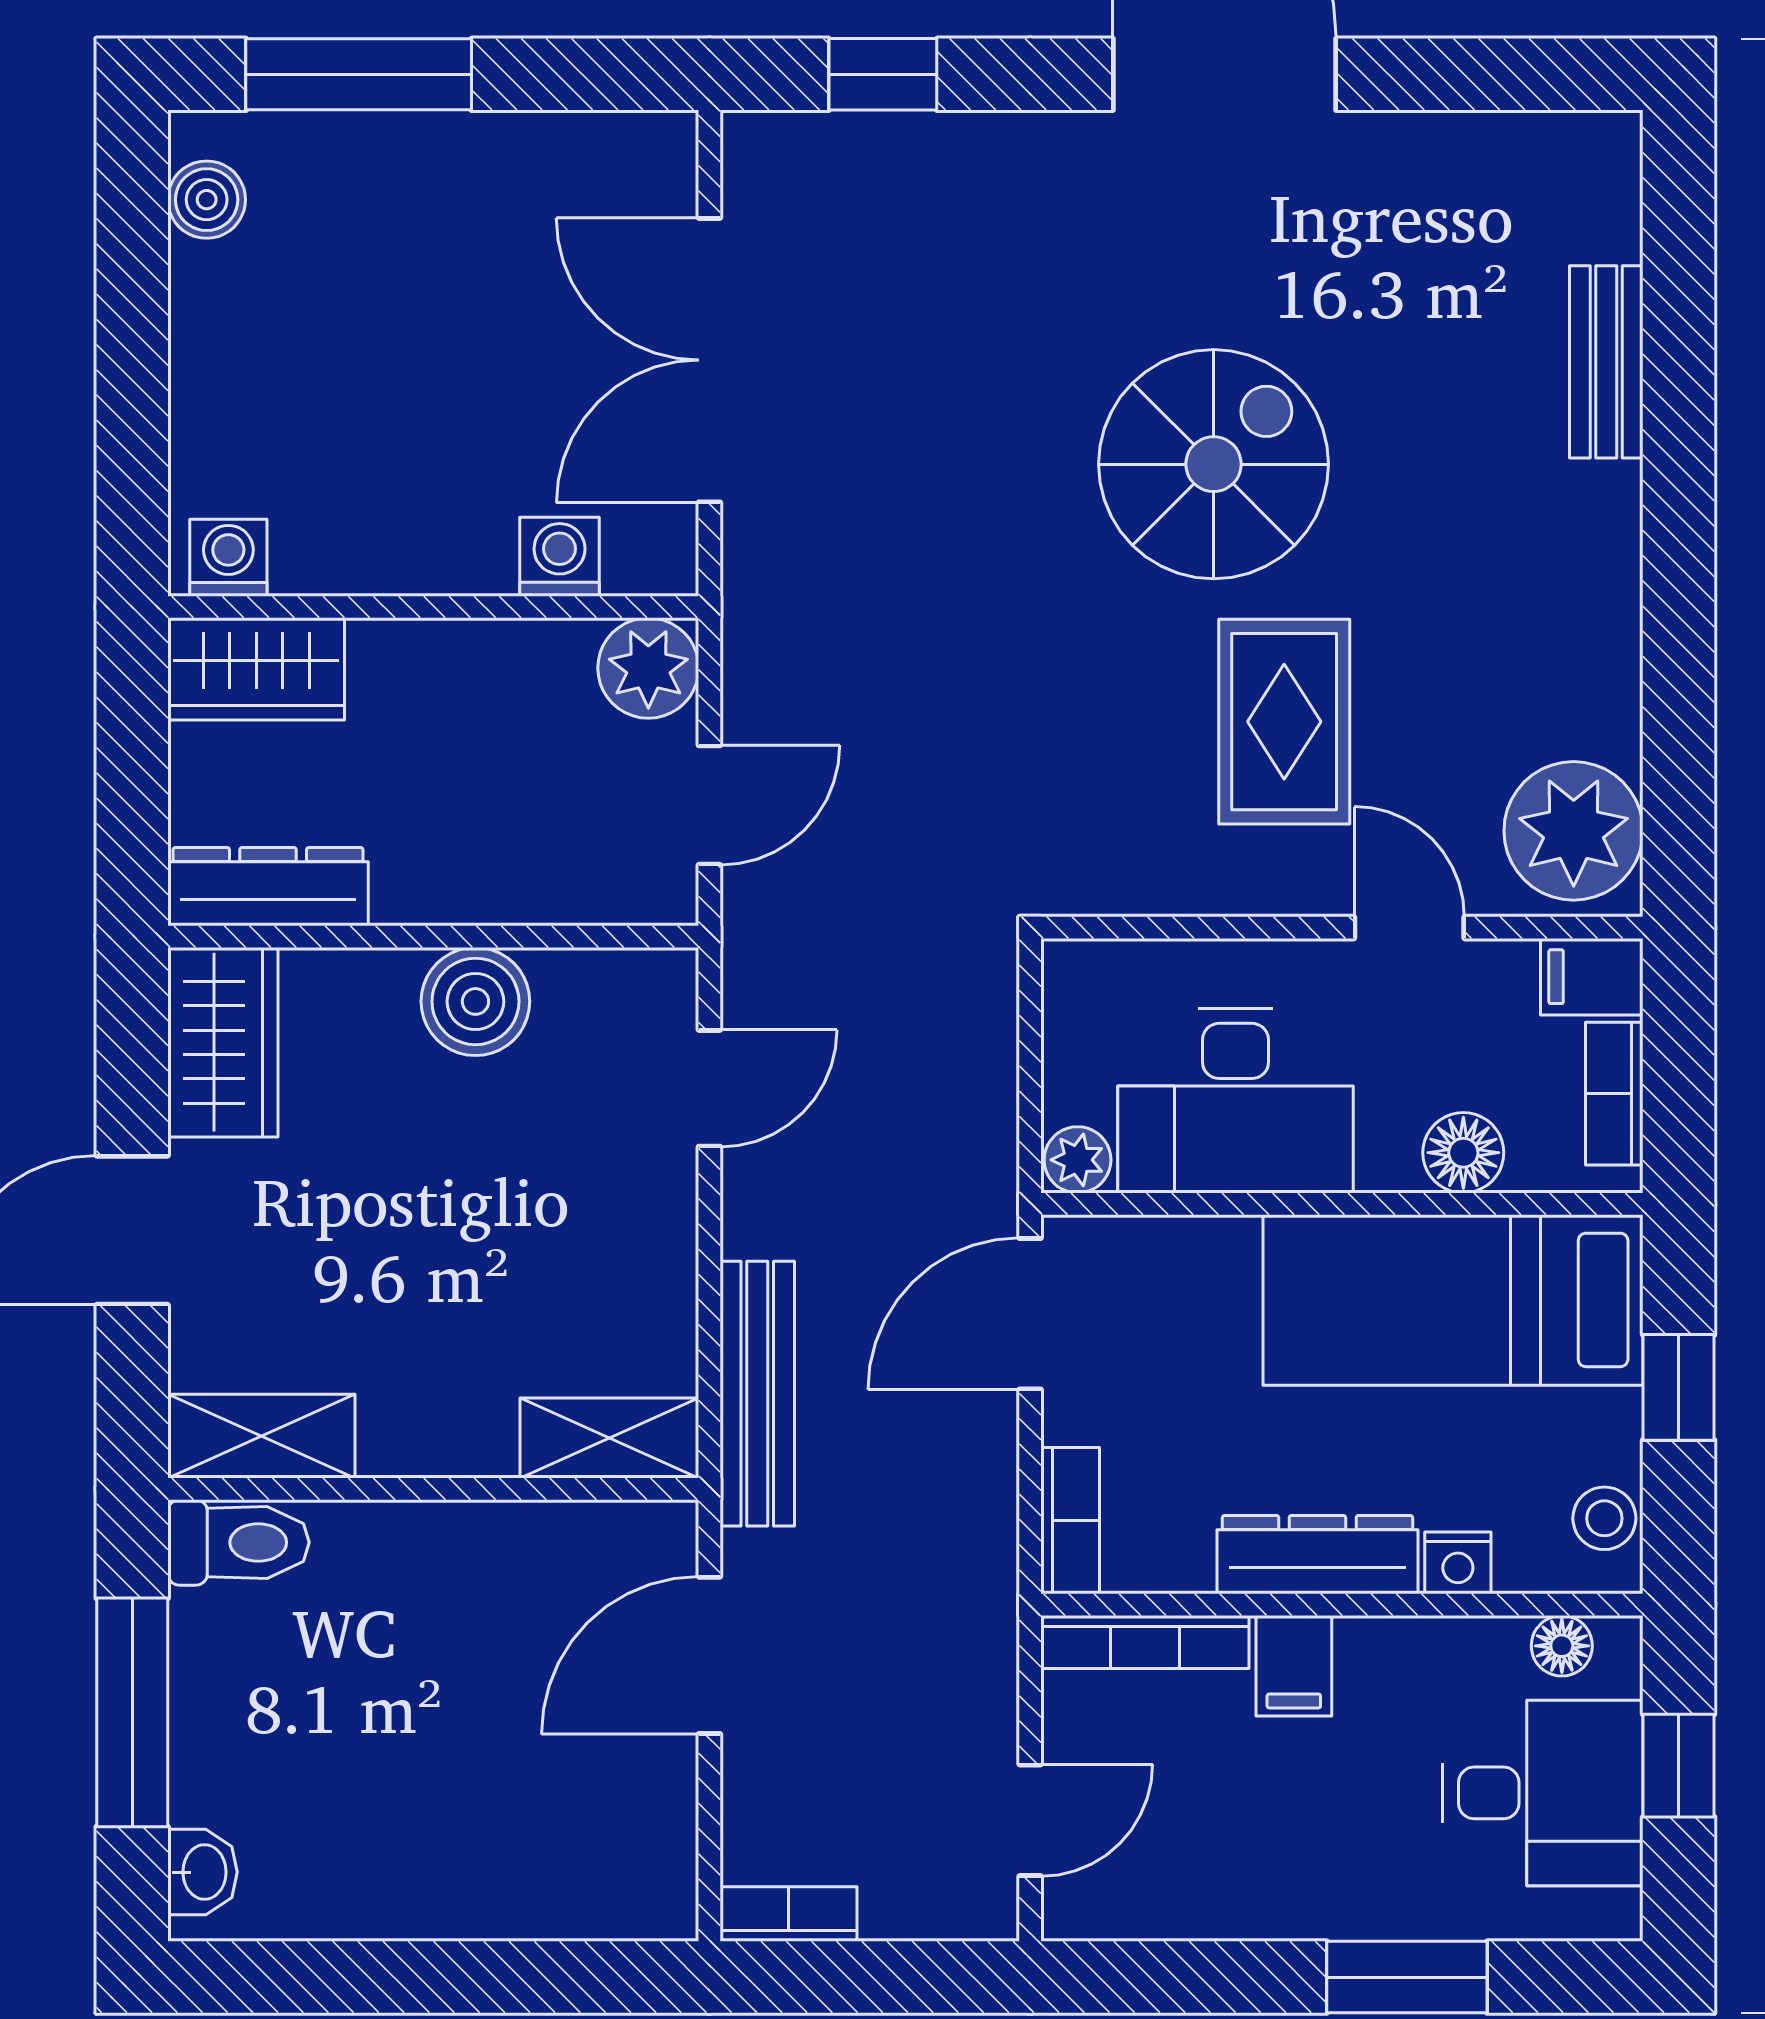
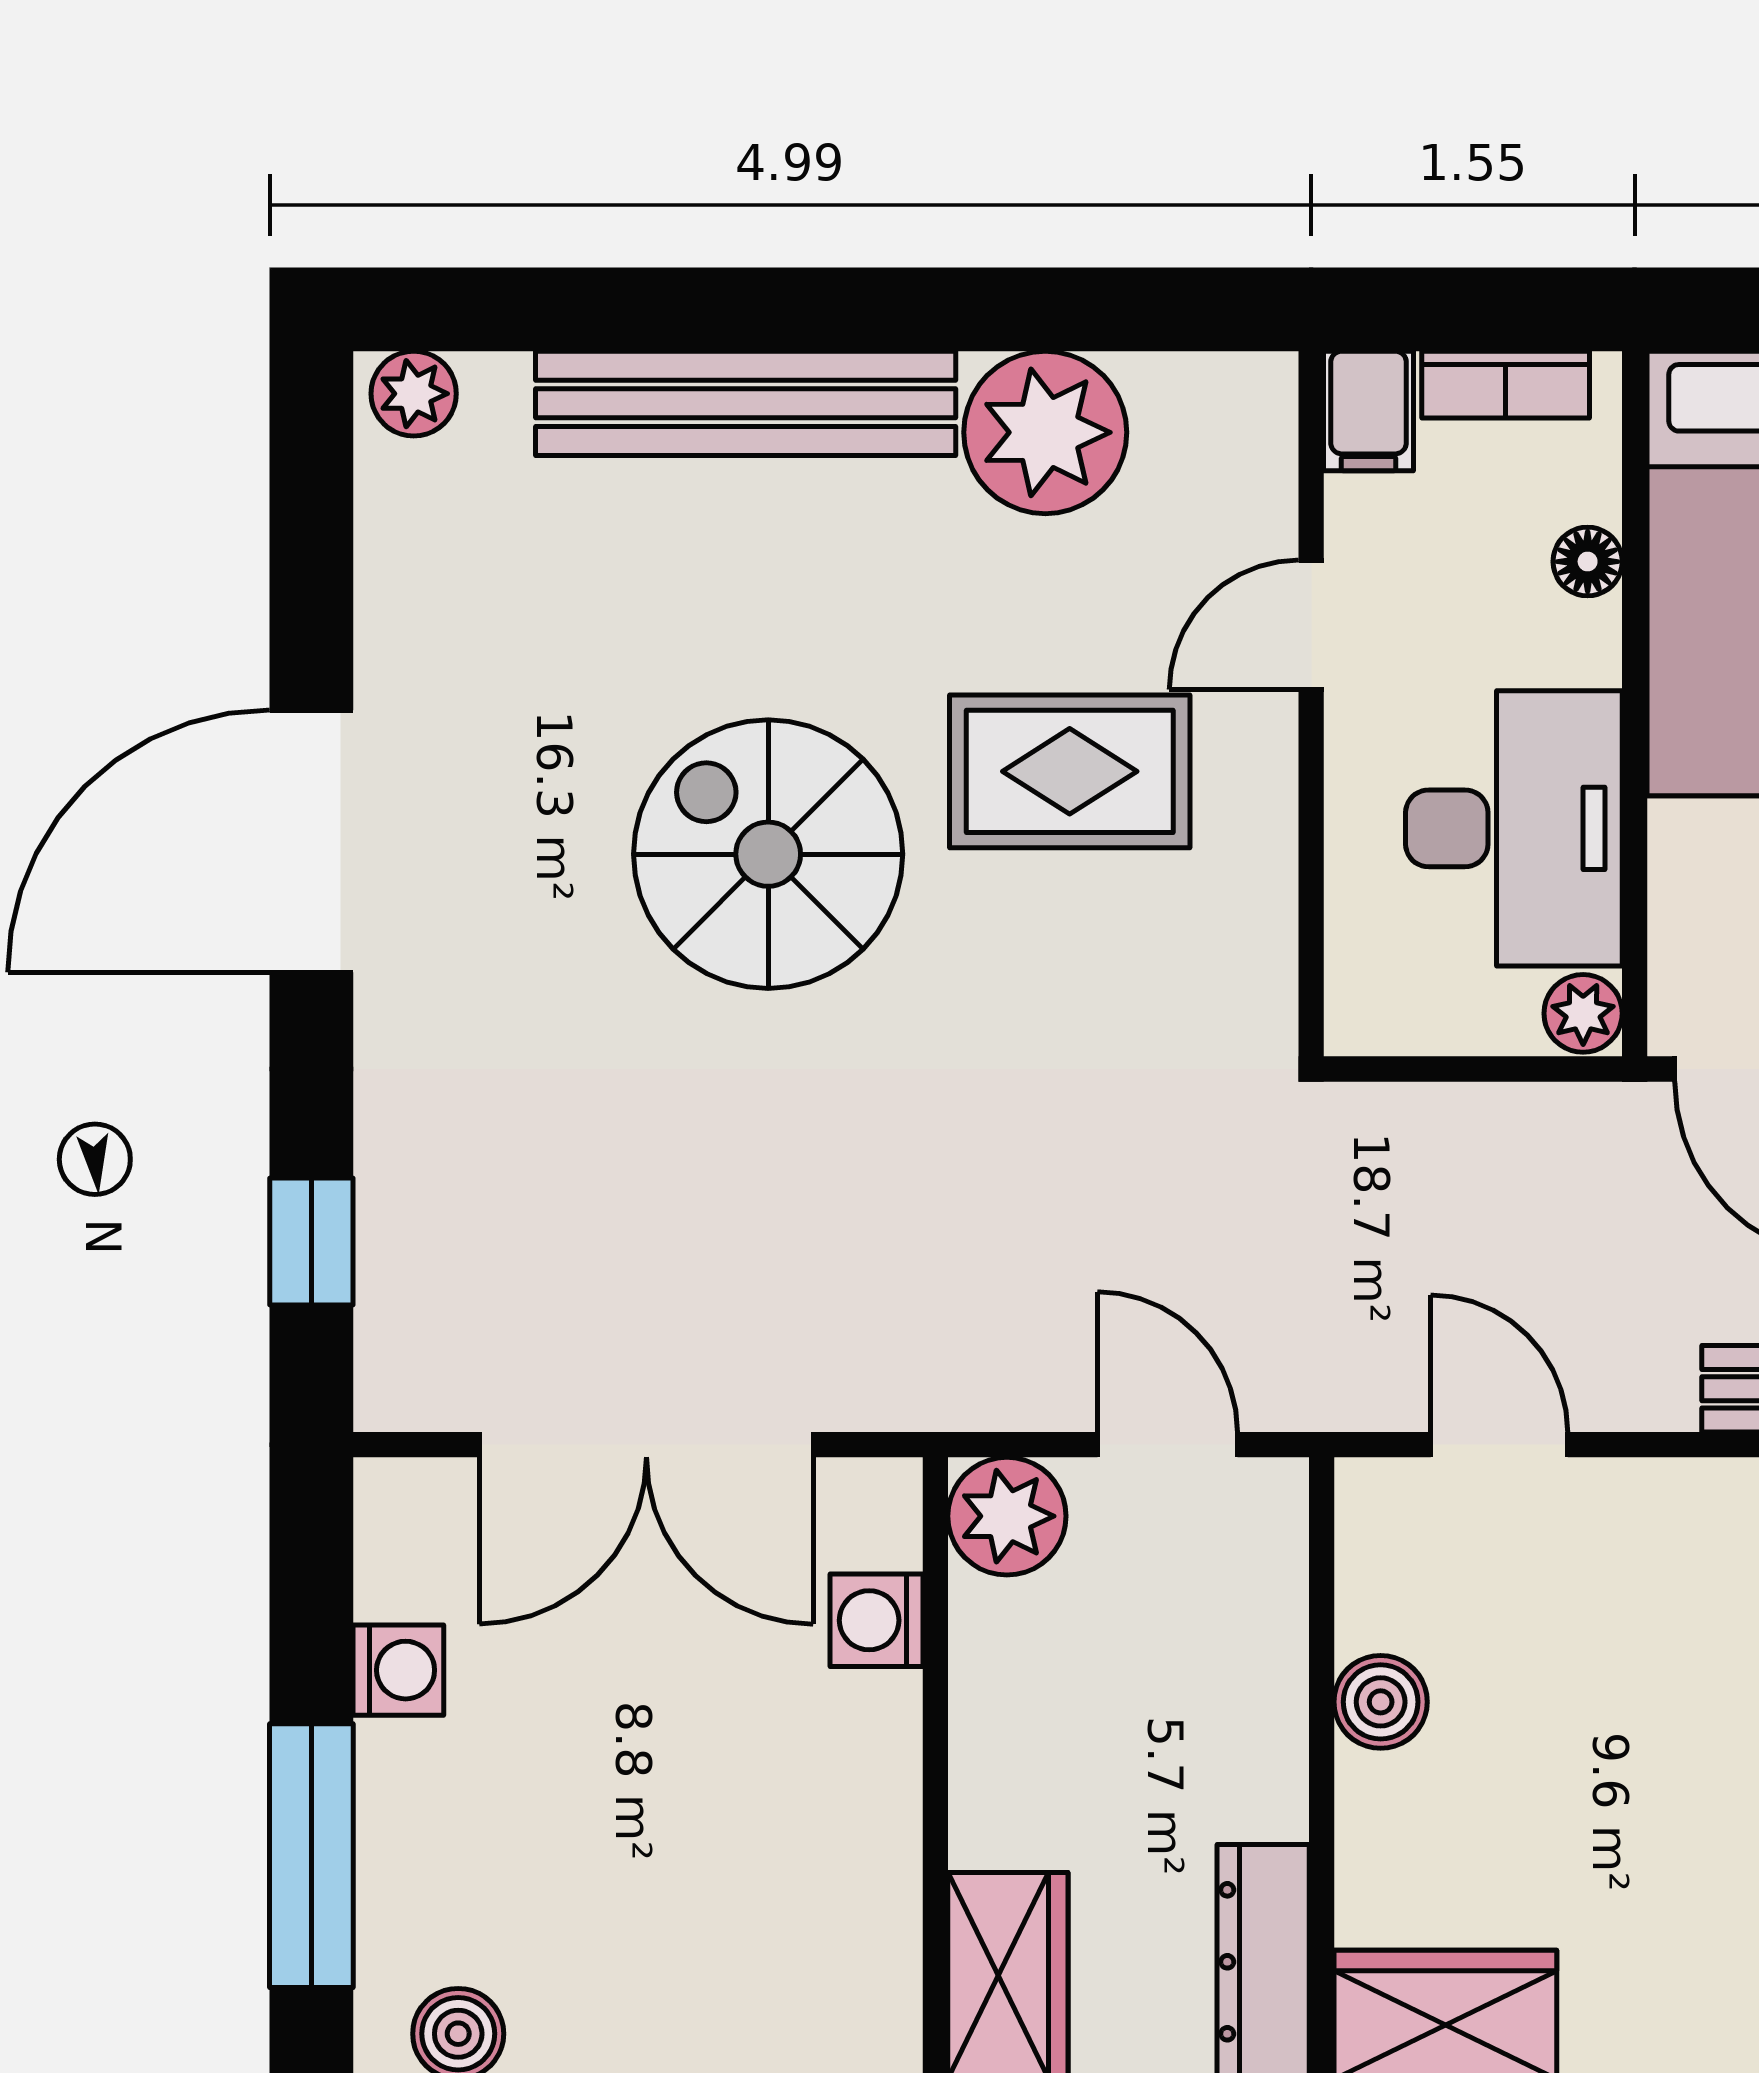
plant: (1607, 162) -> (414, 394), added
bench: (1606, 362) -> (746, 403), width x1.86, depth x1.21
washing machine: (228, 558) -> (398, 1670), moved, turned 180
plant: (1574, 831) -> (1045, 432), moved
boiler: (475, 1001) -> (1381, 1702), width x0.73, depth x0.73
floor lamp: (1463, 1153) -> (1588, 562), width x0.73, depth x0.73

